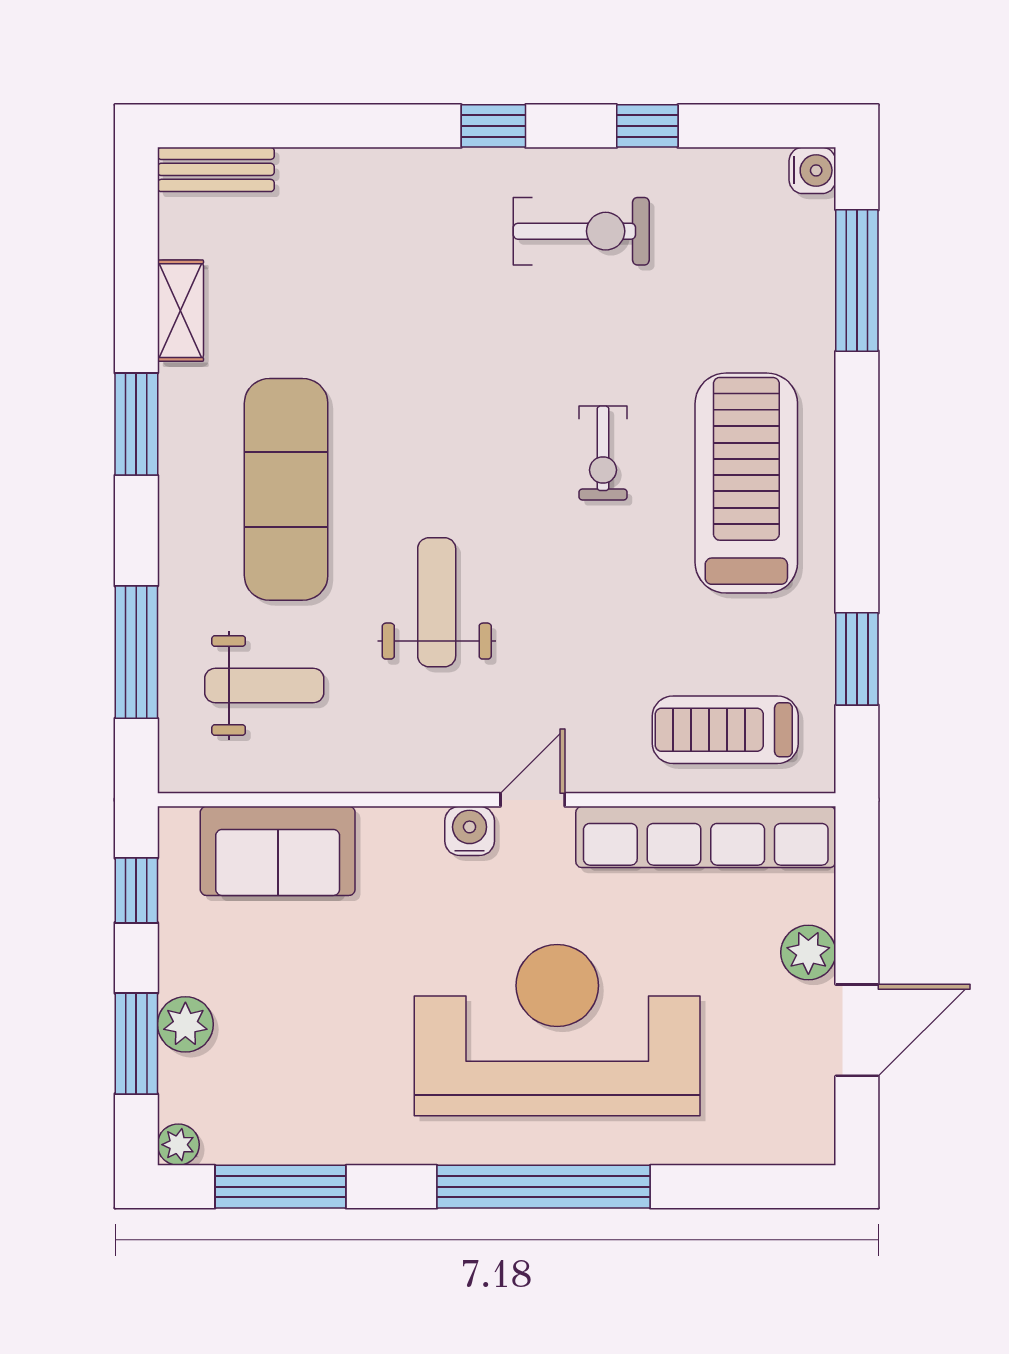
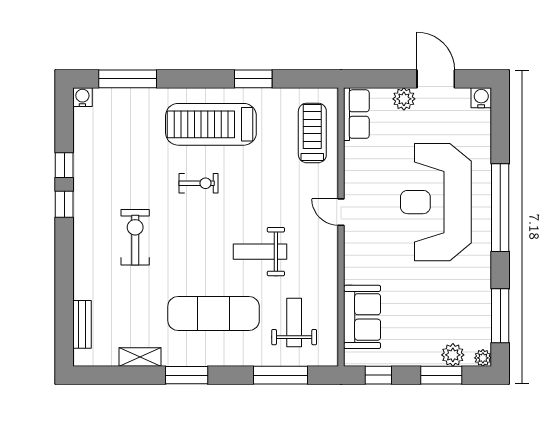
window: (493, 126) -> (64, 204), moved
bench: (216, 169) -> (82, 324), moved
exercise bike: (581, 231) -> (135, 237), moved
window: (857, 659) -> (253, 79), moved
treadmill: (725, 730) -> (312, 133), turned 180
water cooler: (470, 831) -> (481, 98), moved, turned 90
row of seats: (706, 837) -> (356, 114), width x0.50
plant: (185, 1024) -> (453, 355), moved

